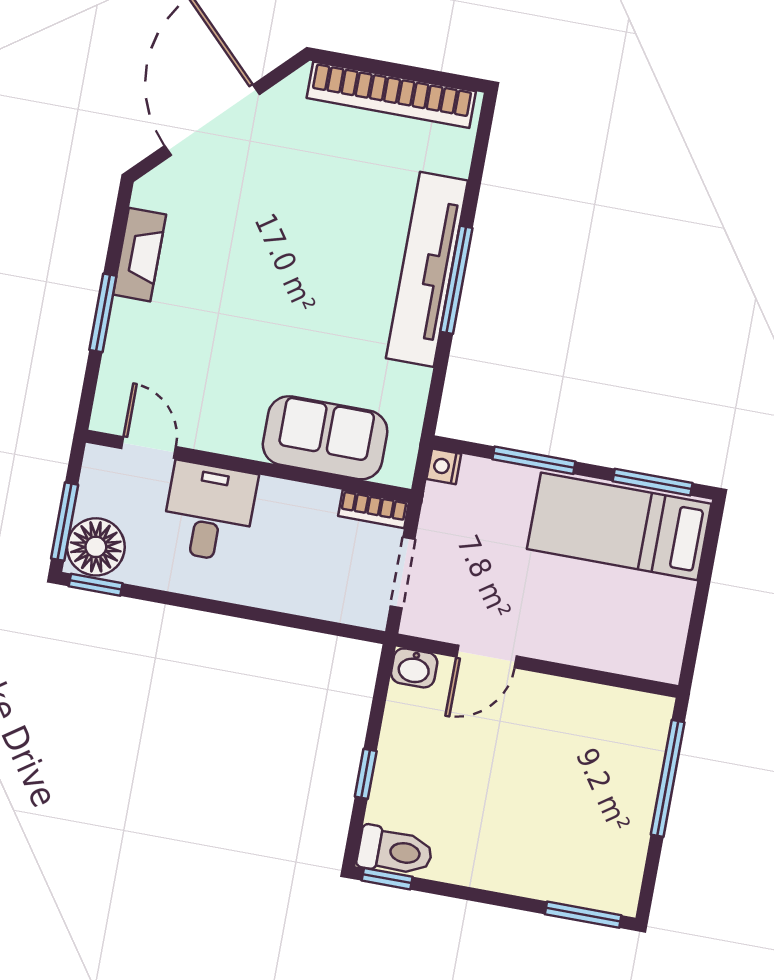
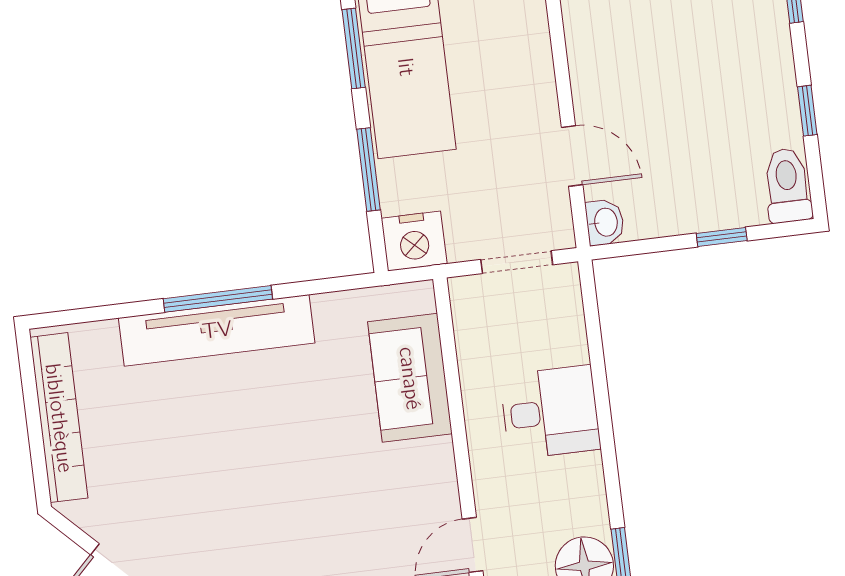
nightstand: (444, 466) -> (414, 241), width x1.89, depth x1.79
bookcase: (374, 509) -> (464, 309), removed
desk: (209, 512) -> (550, 412), moved, turned 180
window: (387, 879) -> (807, 111), moved

